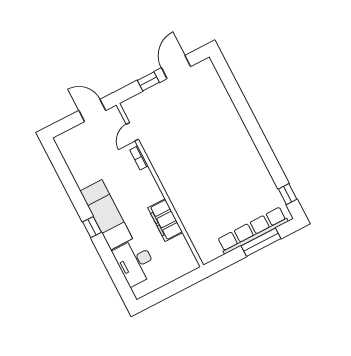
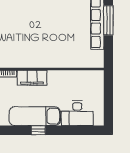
filing cabinet: (165, 220) -> (32, 78), moved

